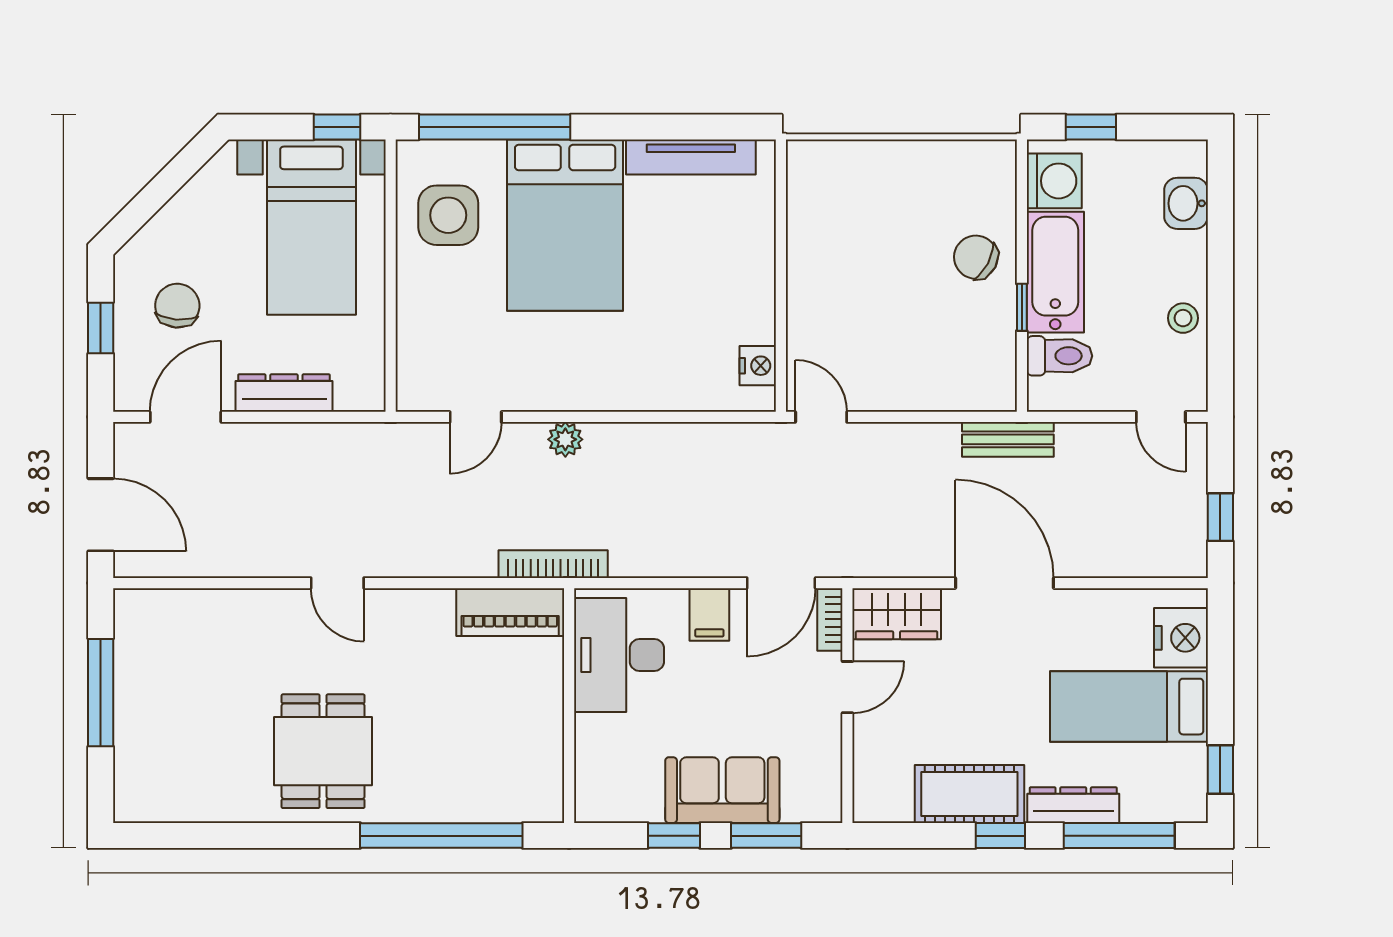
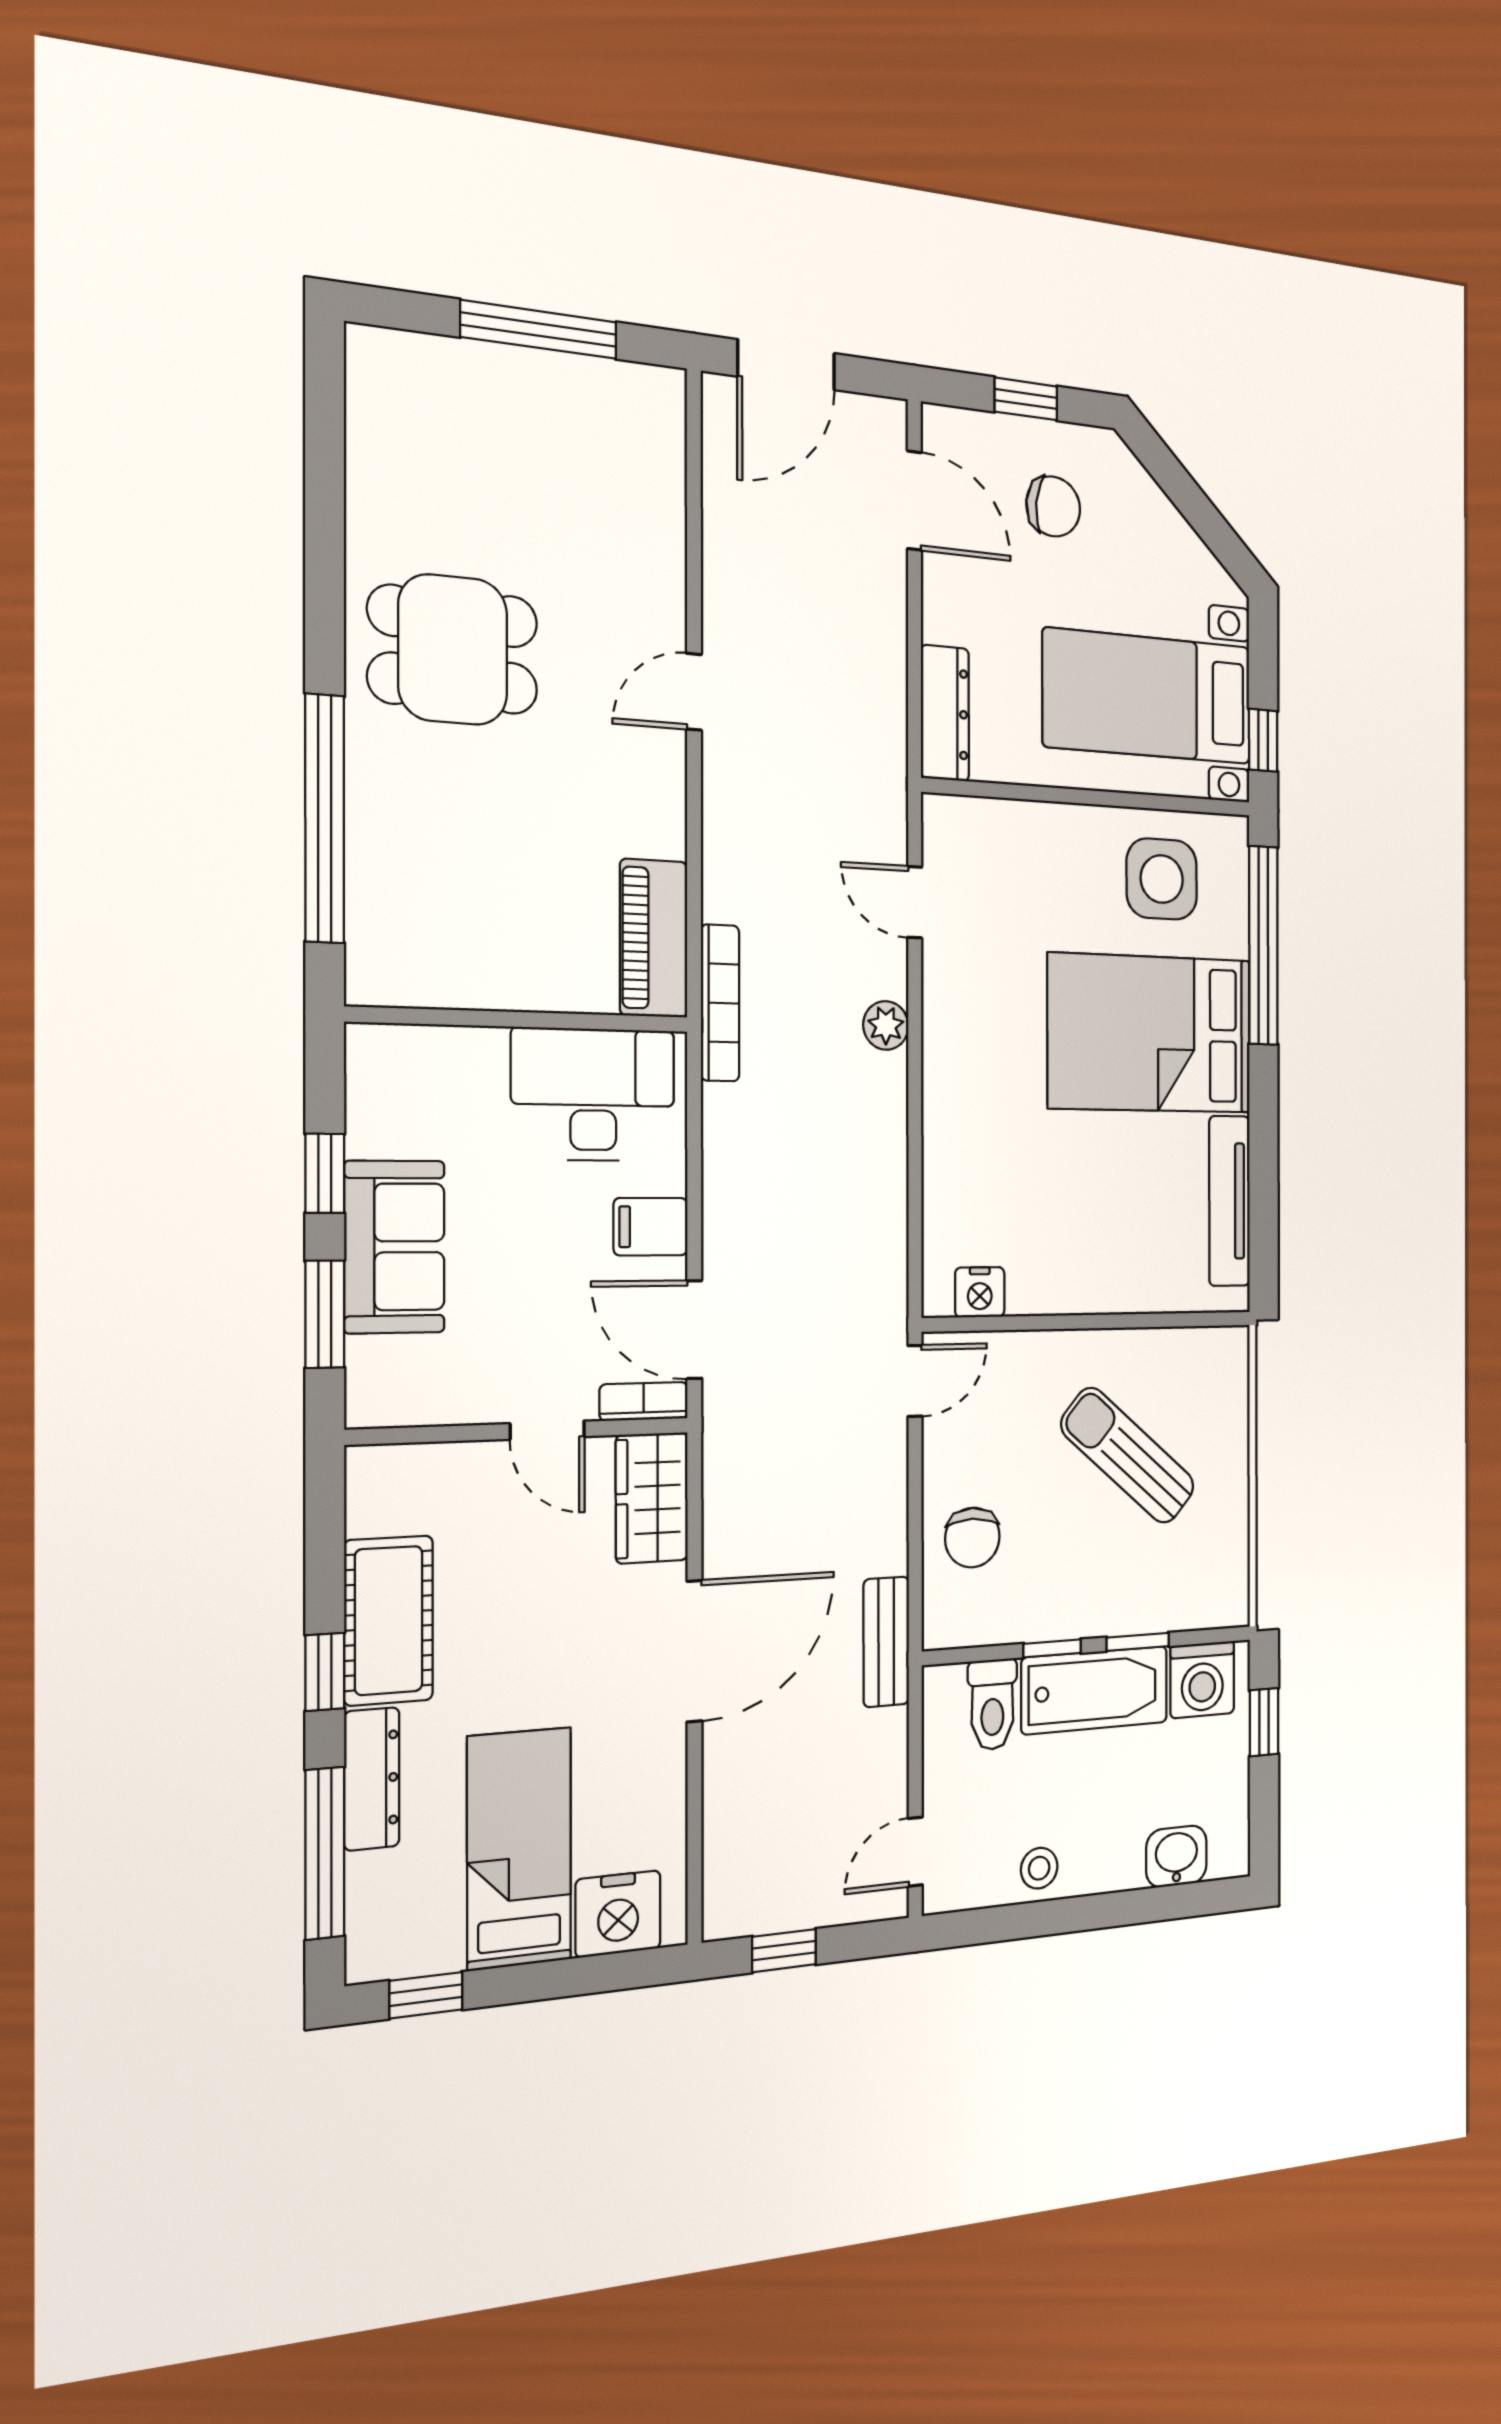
window: (1022, 236) -> (1138, 1642), added
sun lounger: (882, 244) -> (1128, 1456), added
chair: (976, 257) -> (972, 1538), moved, turned 152
dresser: (284, 393) -> (945, 713), moved

